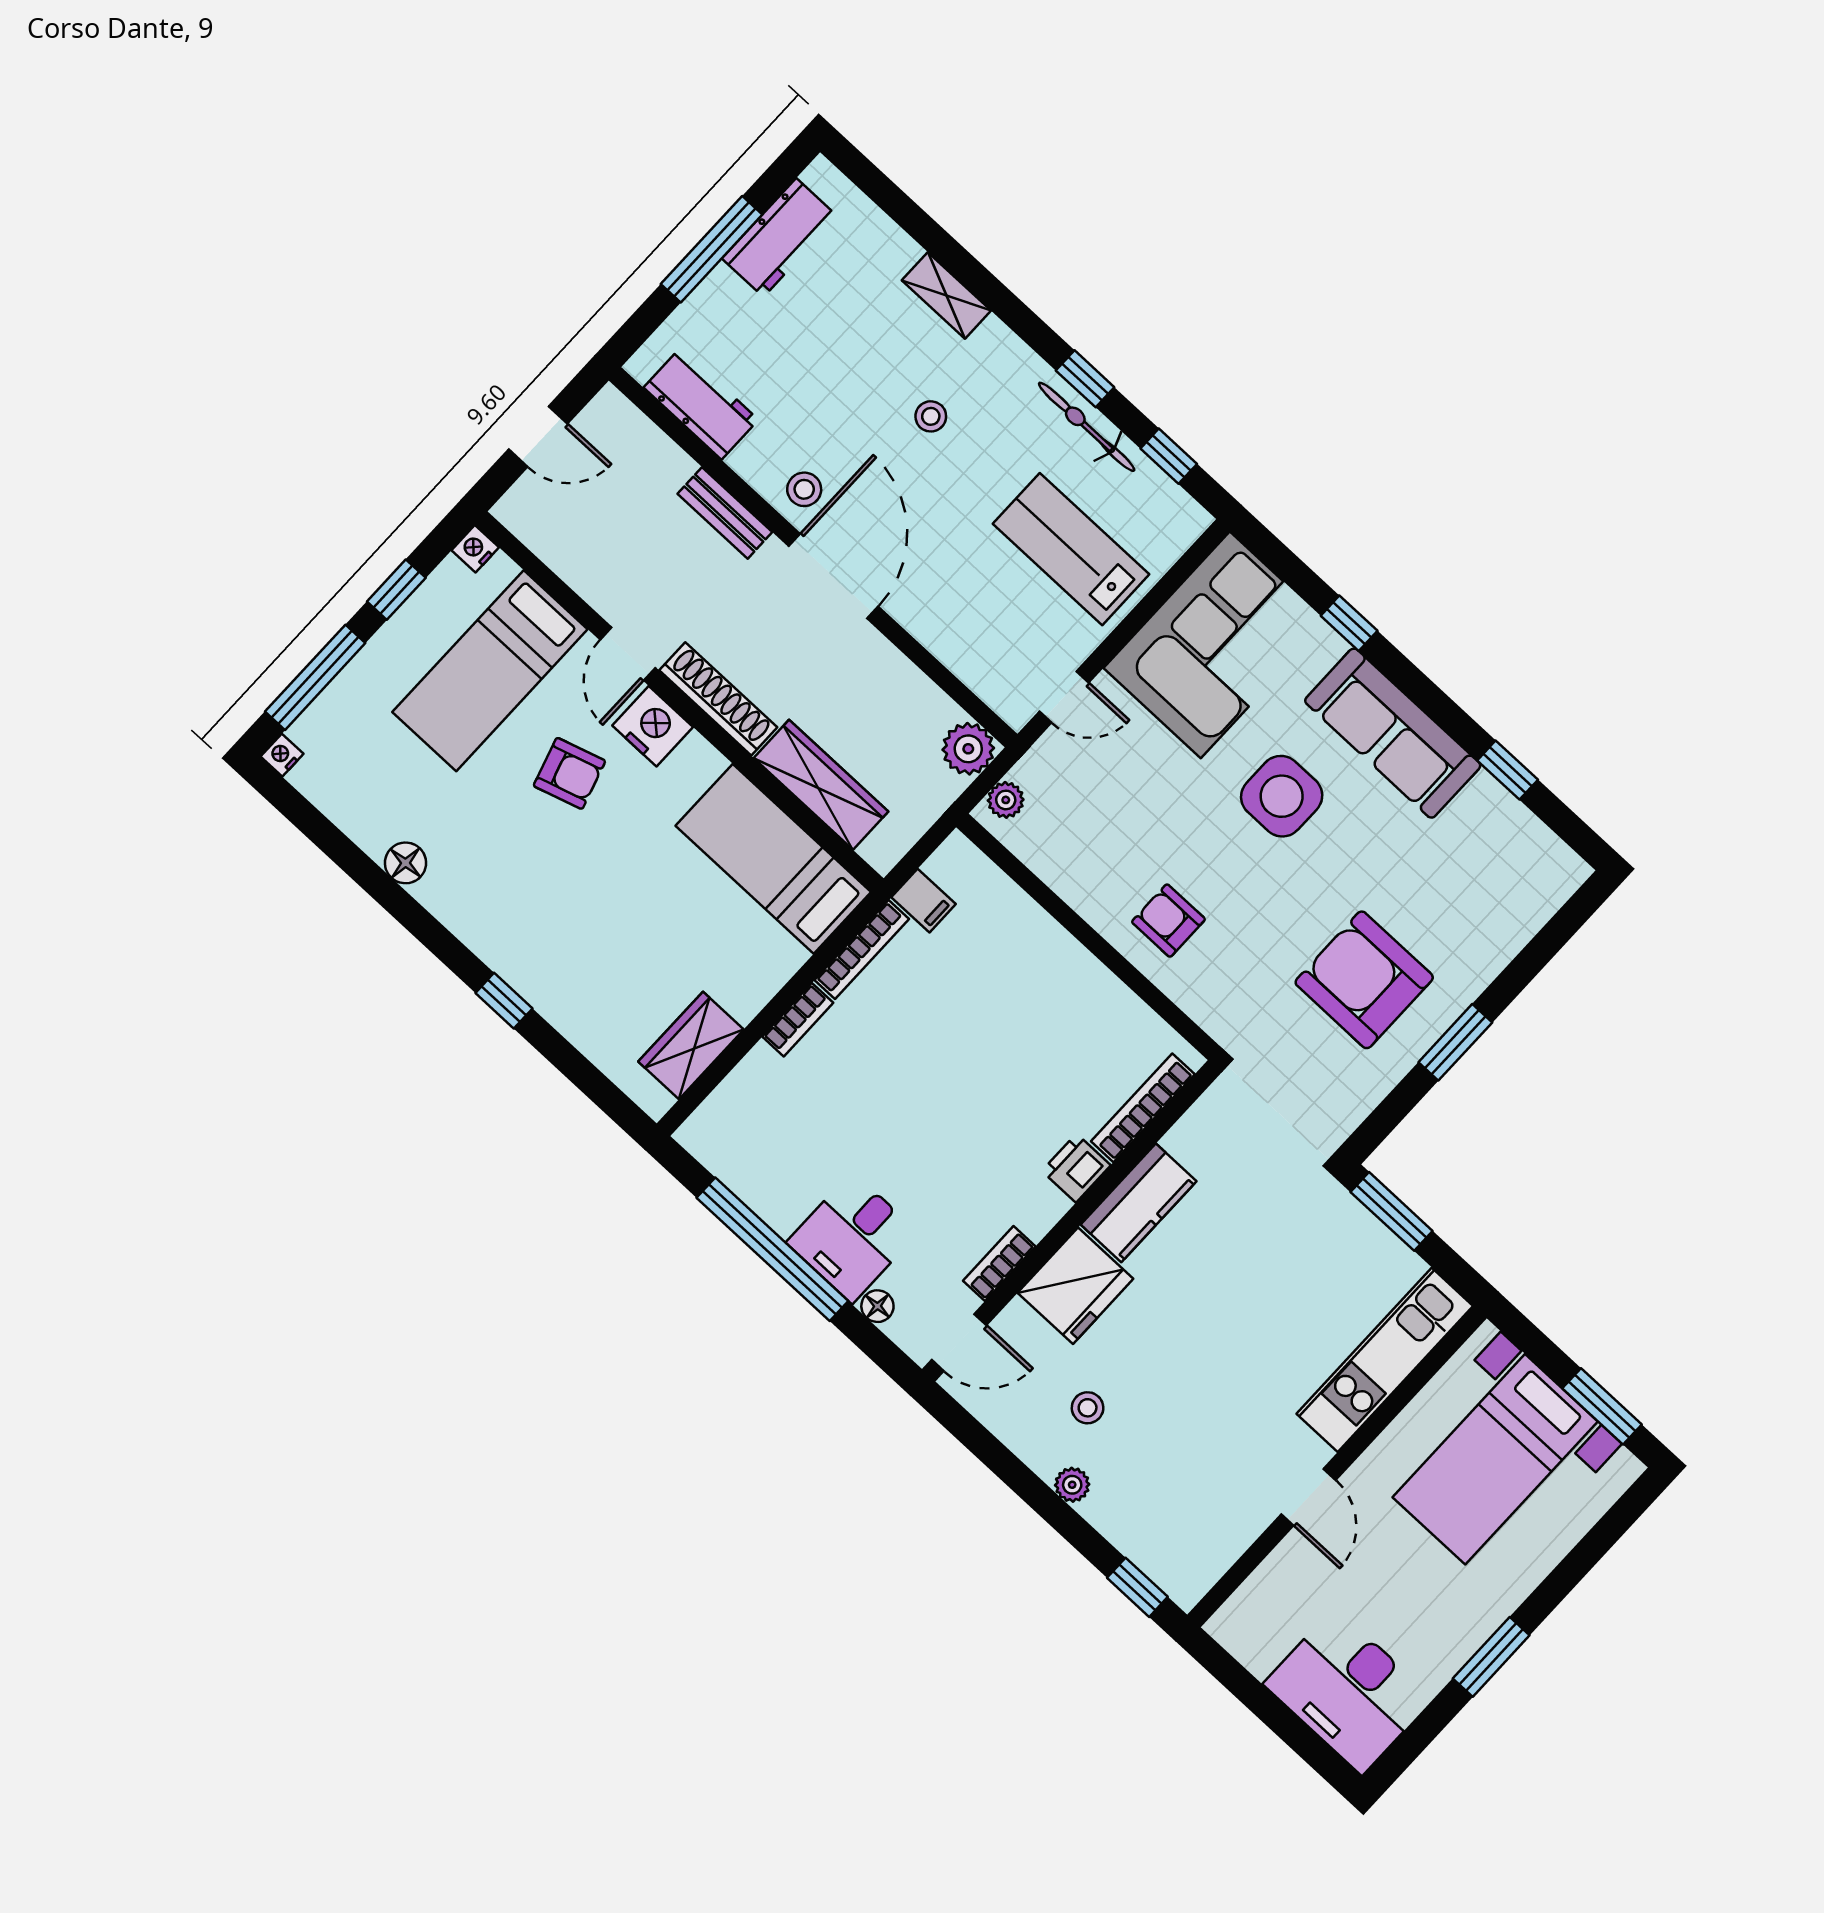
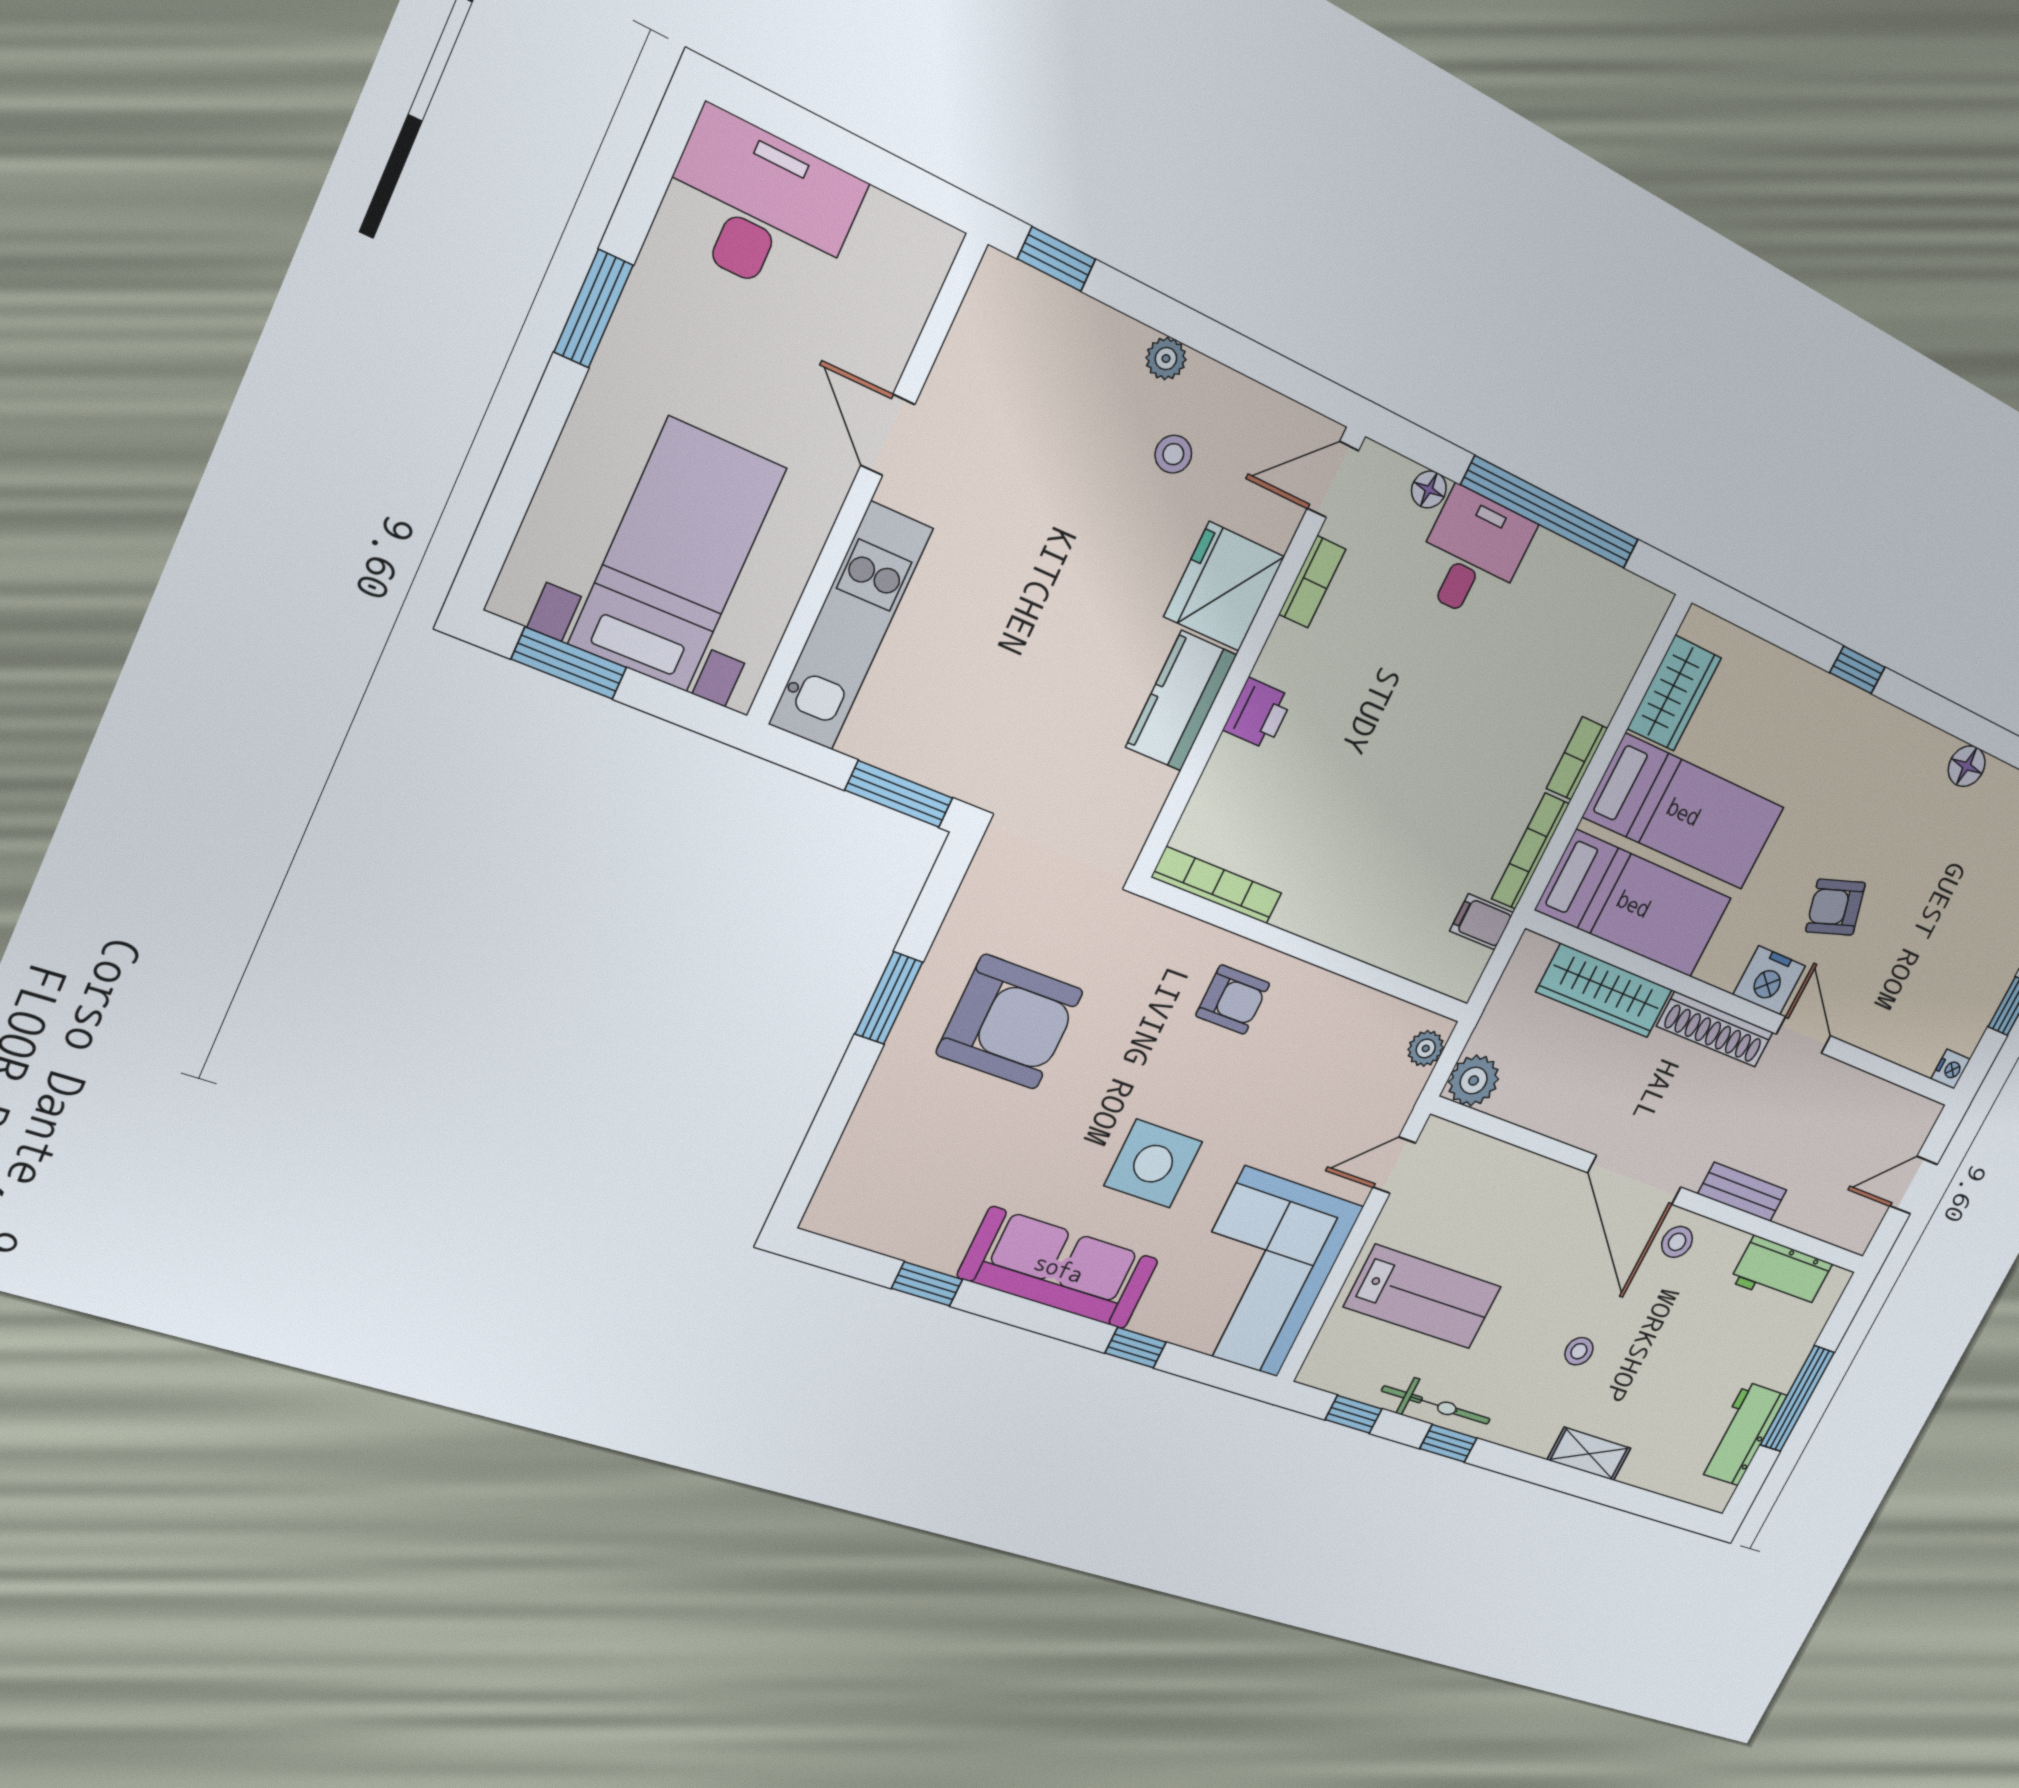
bed: (490, 671) -> (1684, 812), moved, turned 90
bookcase: (1143, 1108) -> (1217, 885), moved, turned -90

